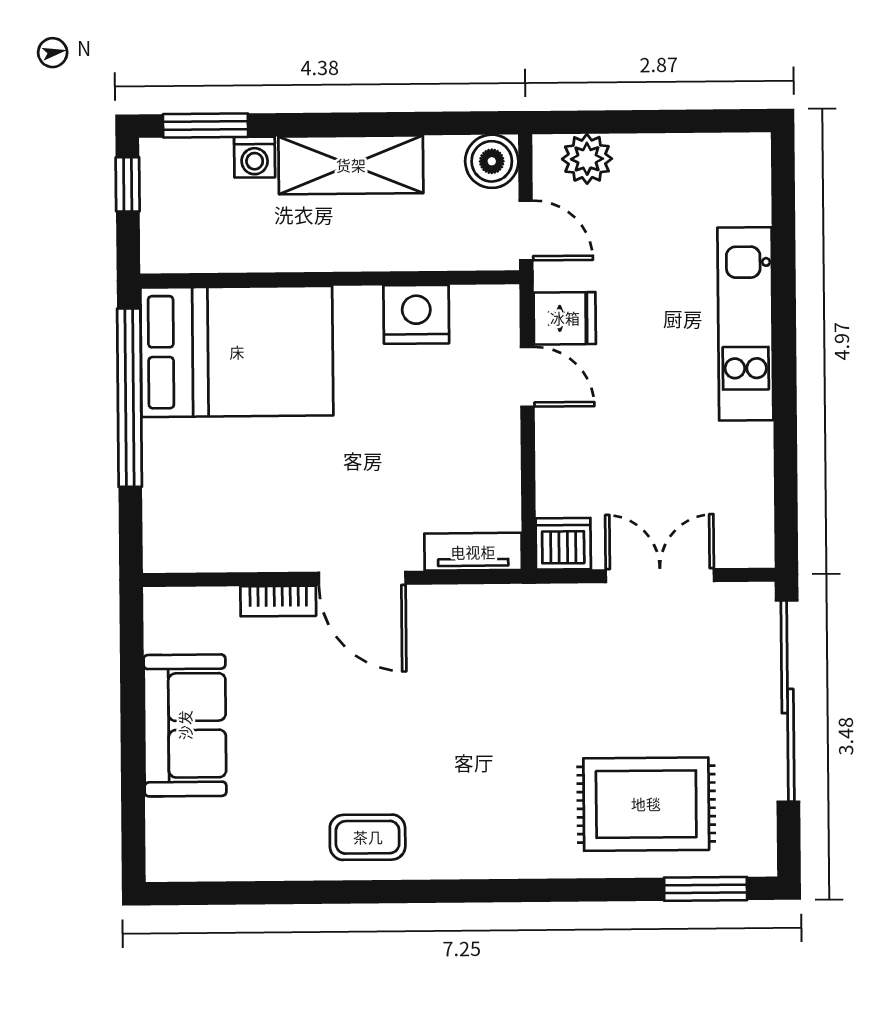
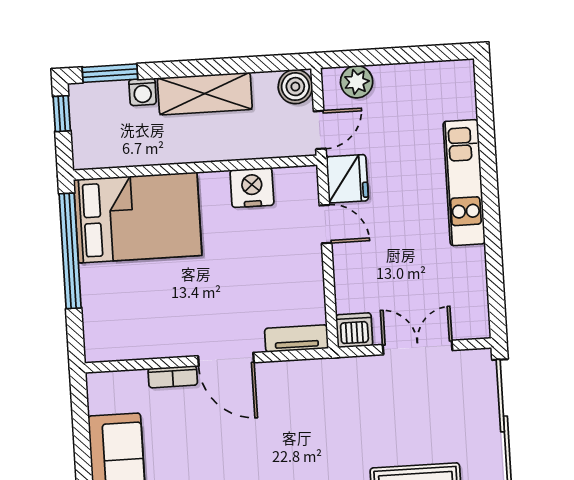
door: (526, 231) -> (320, 130), hinge flipped
fridge: (565, 318) -> (347, 179), width x1.38

